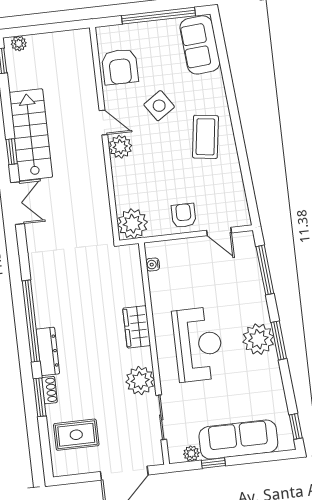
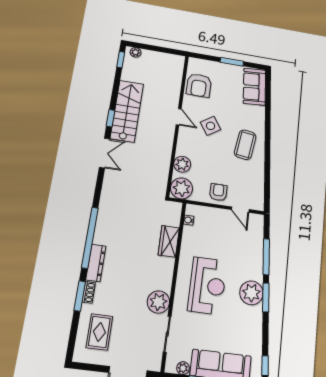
window: (158, 16) -> (232, 62), width x0.47
side table: (159, 106) -> (211, 126), moved
plant: (120, 147) -> (182, 164), moved
window: (265, 270) -> (266, 257), moved
wardrobe: (137, 327) -> (169, 241), moved
rug: (76, 435) -> (99, 332), turned 90

